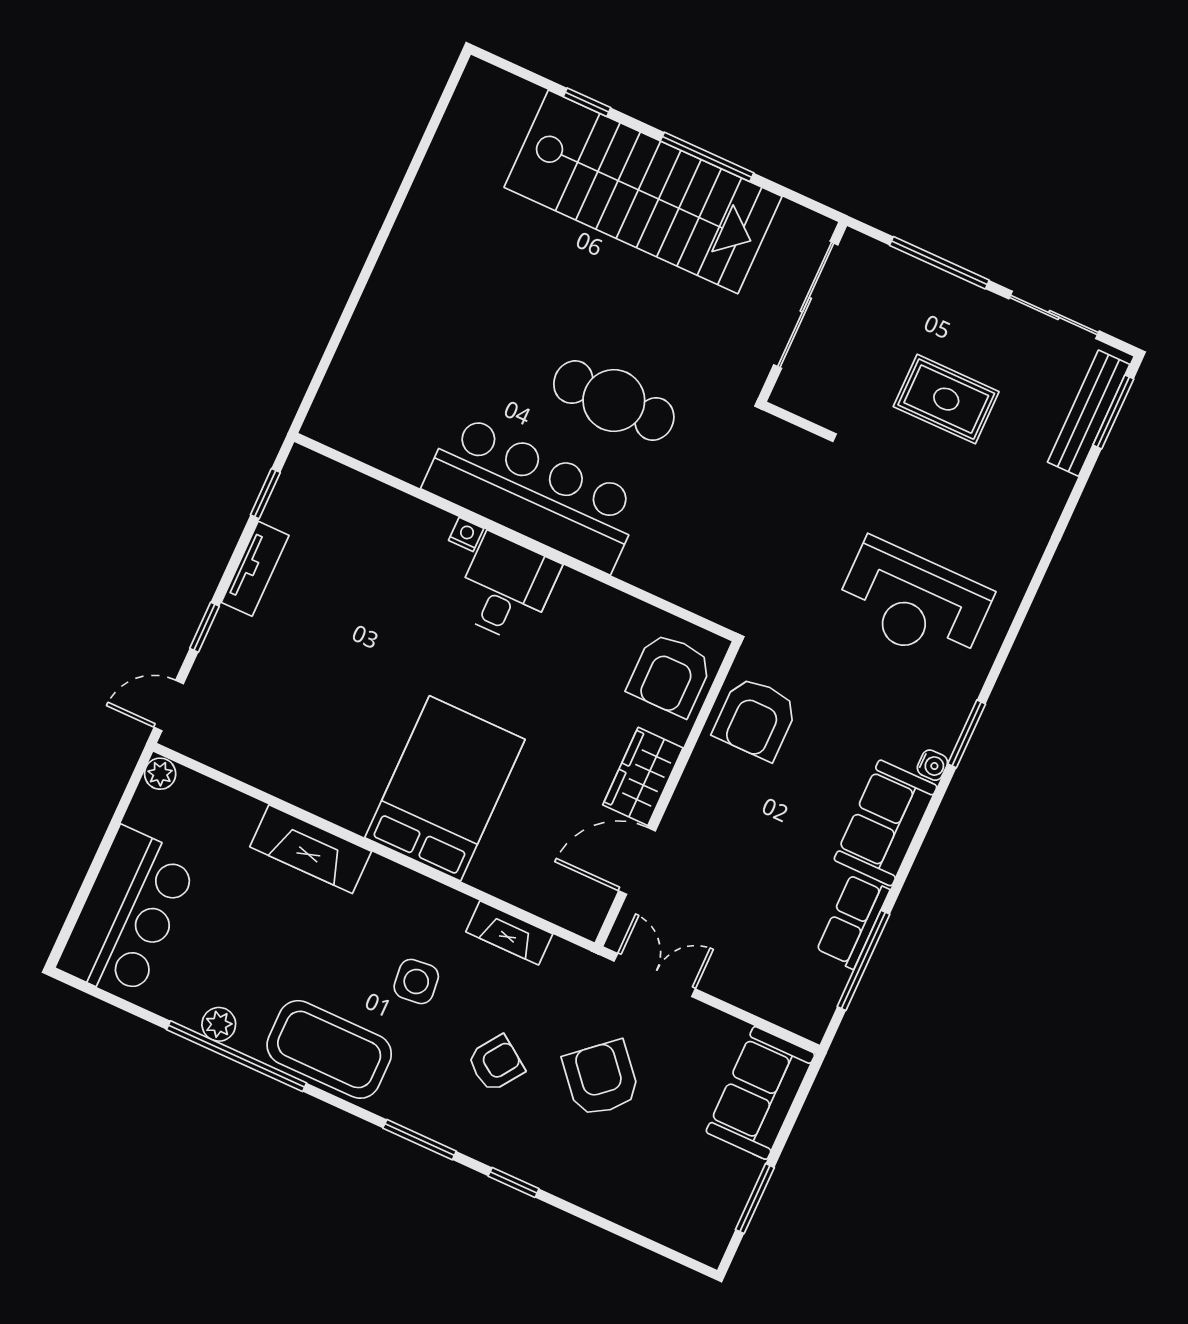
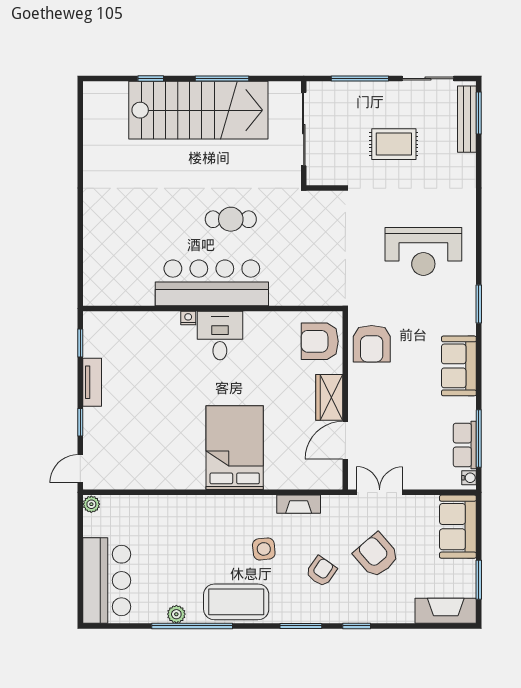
cafe table: (614, 401) -> (231, 219), width x0.73, depth x0.74
armchair: (670, 675) -> (320, 341), turned 90
water cooler: (932, 765) -> (469, 478), moved
fireplace: (311, 849) -> (446, 611), moved, turned 180
row of seats: (853, 921) -> (465, 445), moved

